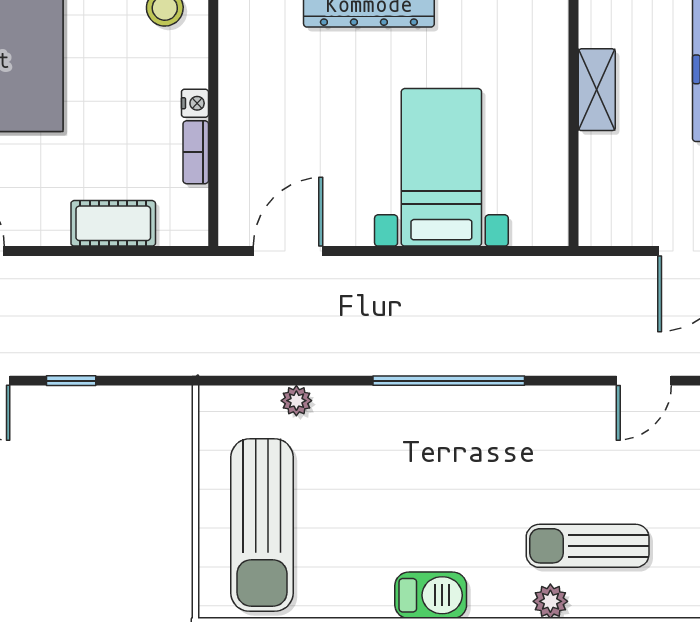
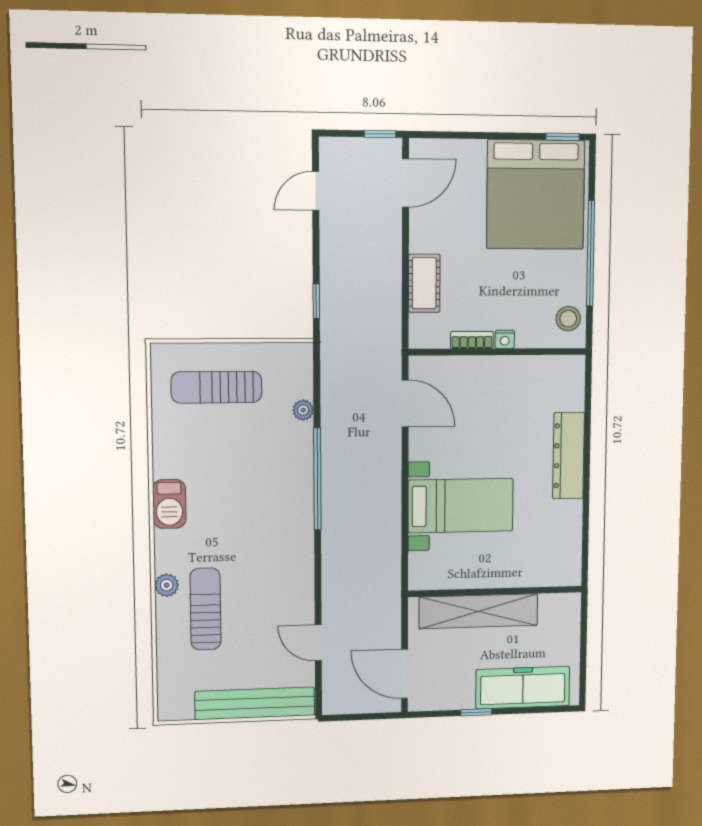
shelving: (597, 90) -> (479, 611), width x2.20, depth x1.33
window: (71, 381) -> (316, 301), moved
window: (449, 381) -> (317, 479), moved
sun lounger: (262, 525) -> (217, 387), width x0.73, depth x0.75

